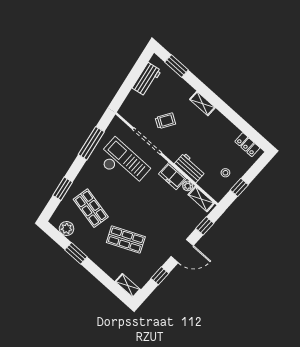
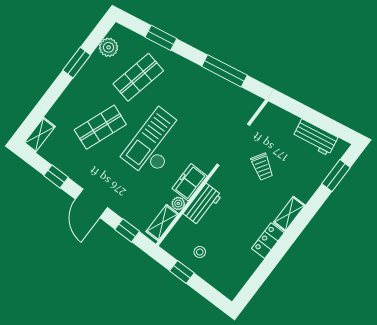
locker: (247, 145) -> (268, 241), moved
checkout: (123, 163) -> (155, 144), moved, turned 180
shop shelf: (126, 240) -> (100, 127), turned 45

